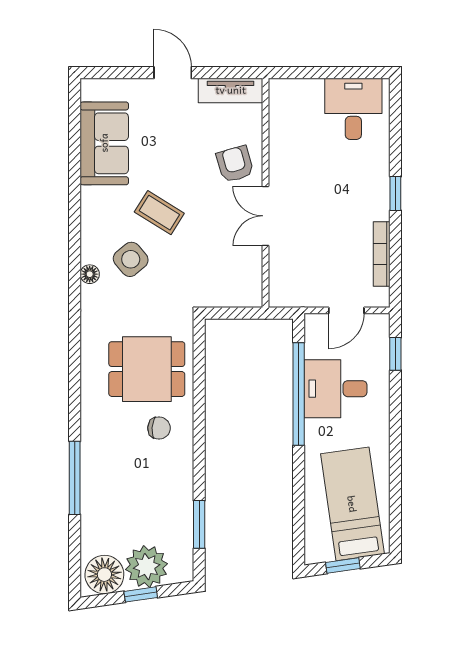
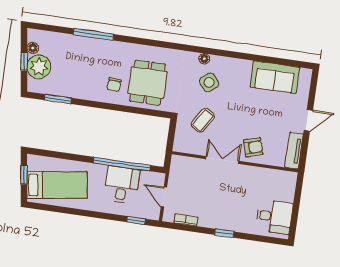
coffee table: (159, 213) -> (203, 120), moved
bookcase: (382, 254) -> (186, 220), width x0.64
floor lamp: (104, 575) -> (33, 48), width x0.53, depth x0.53

